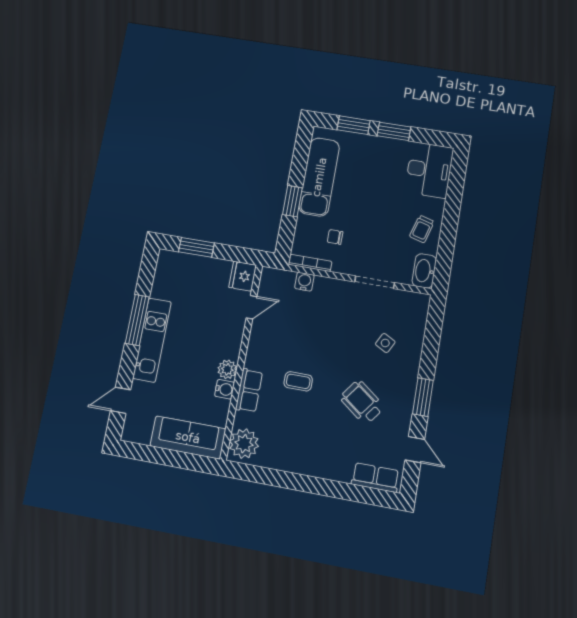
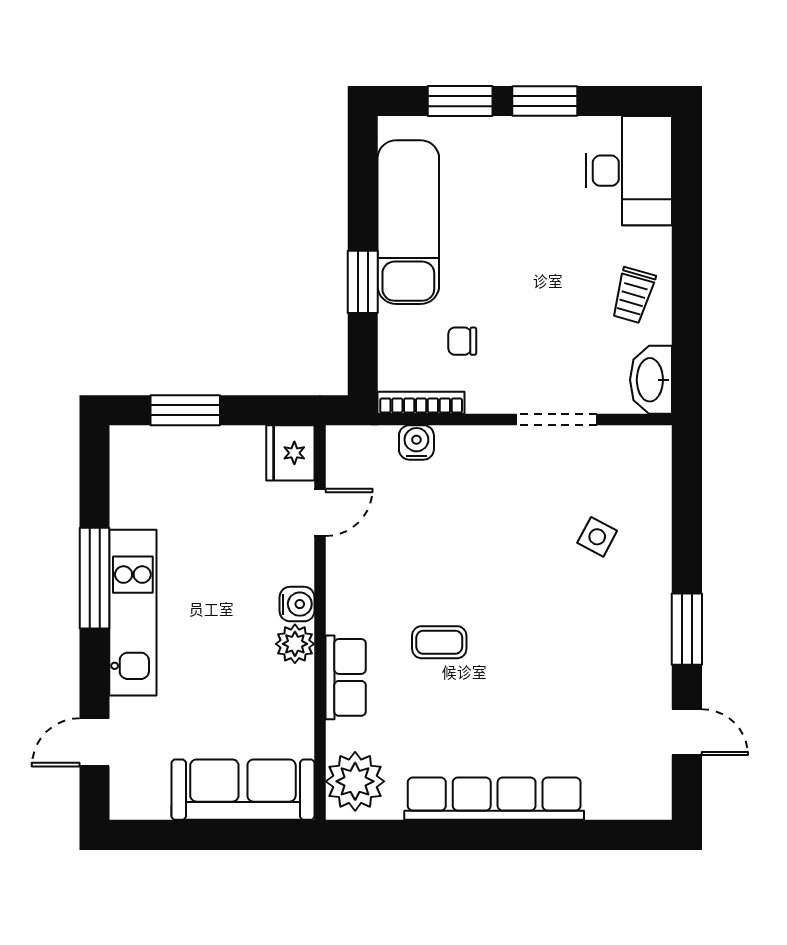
water cooler: (225, 389) -> (297, 604), moved
wheelchair: (362, 402) -> (571, 660), removed
row of seats: (375, 478) -> (494, 799), moved, width x2.02

